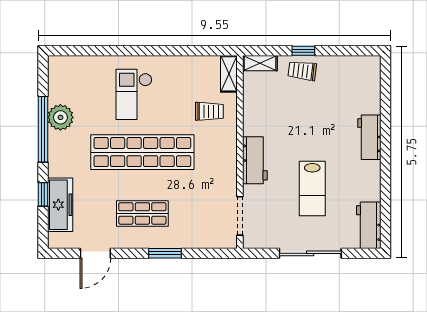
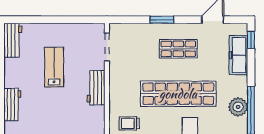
plant: (60, 117) -> (238, 107), moved
window: (43, 194) -> (251, 40), moved
sliding door: (310, 253) -> (56, 20), removed

